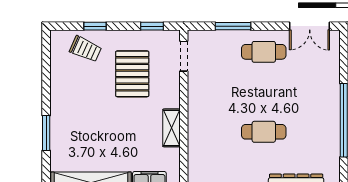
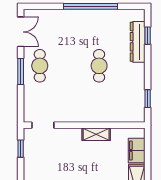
window: (233, 26) -> (21, 72), moved
pallet: (132, 74) -> (56, 163), removed

